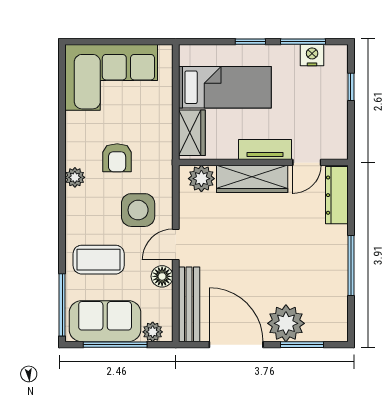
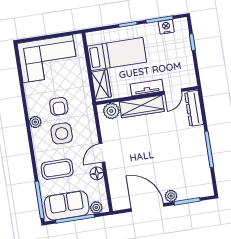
side table: (138, 210) -> (62, 133), moved
bench: (189, 304) -> (116, 188), removed
plant: (286, 323) -> (171, 196), width x0.53, depth x0.53

